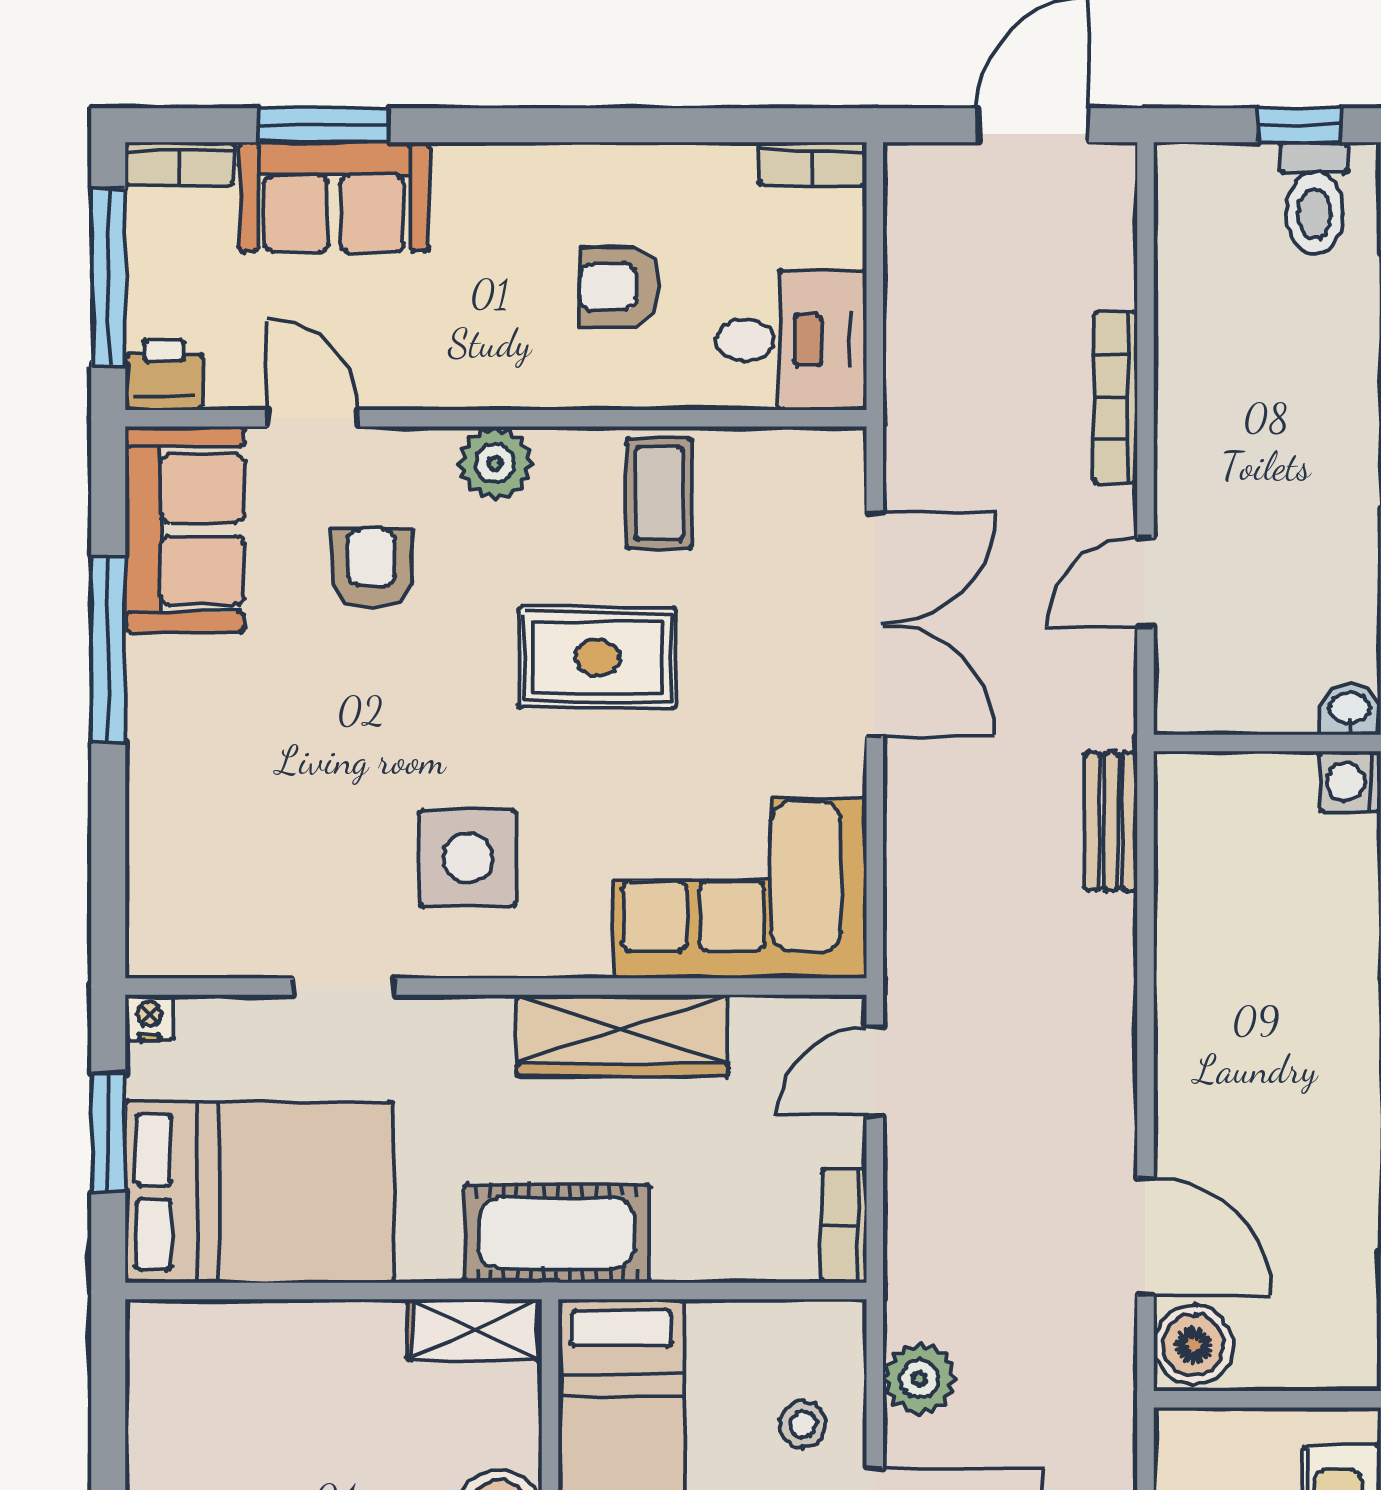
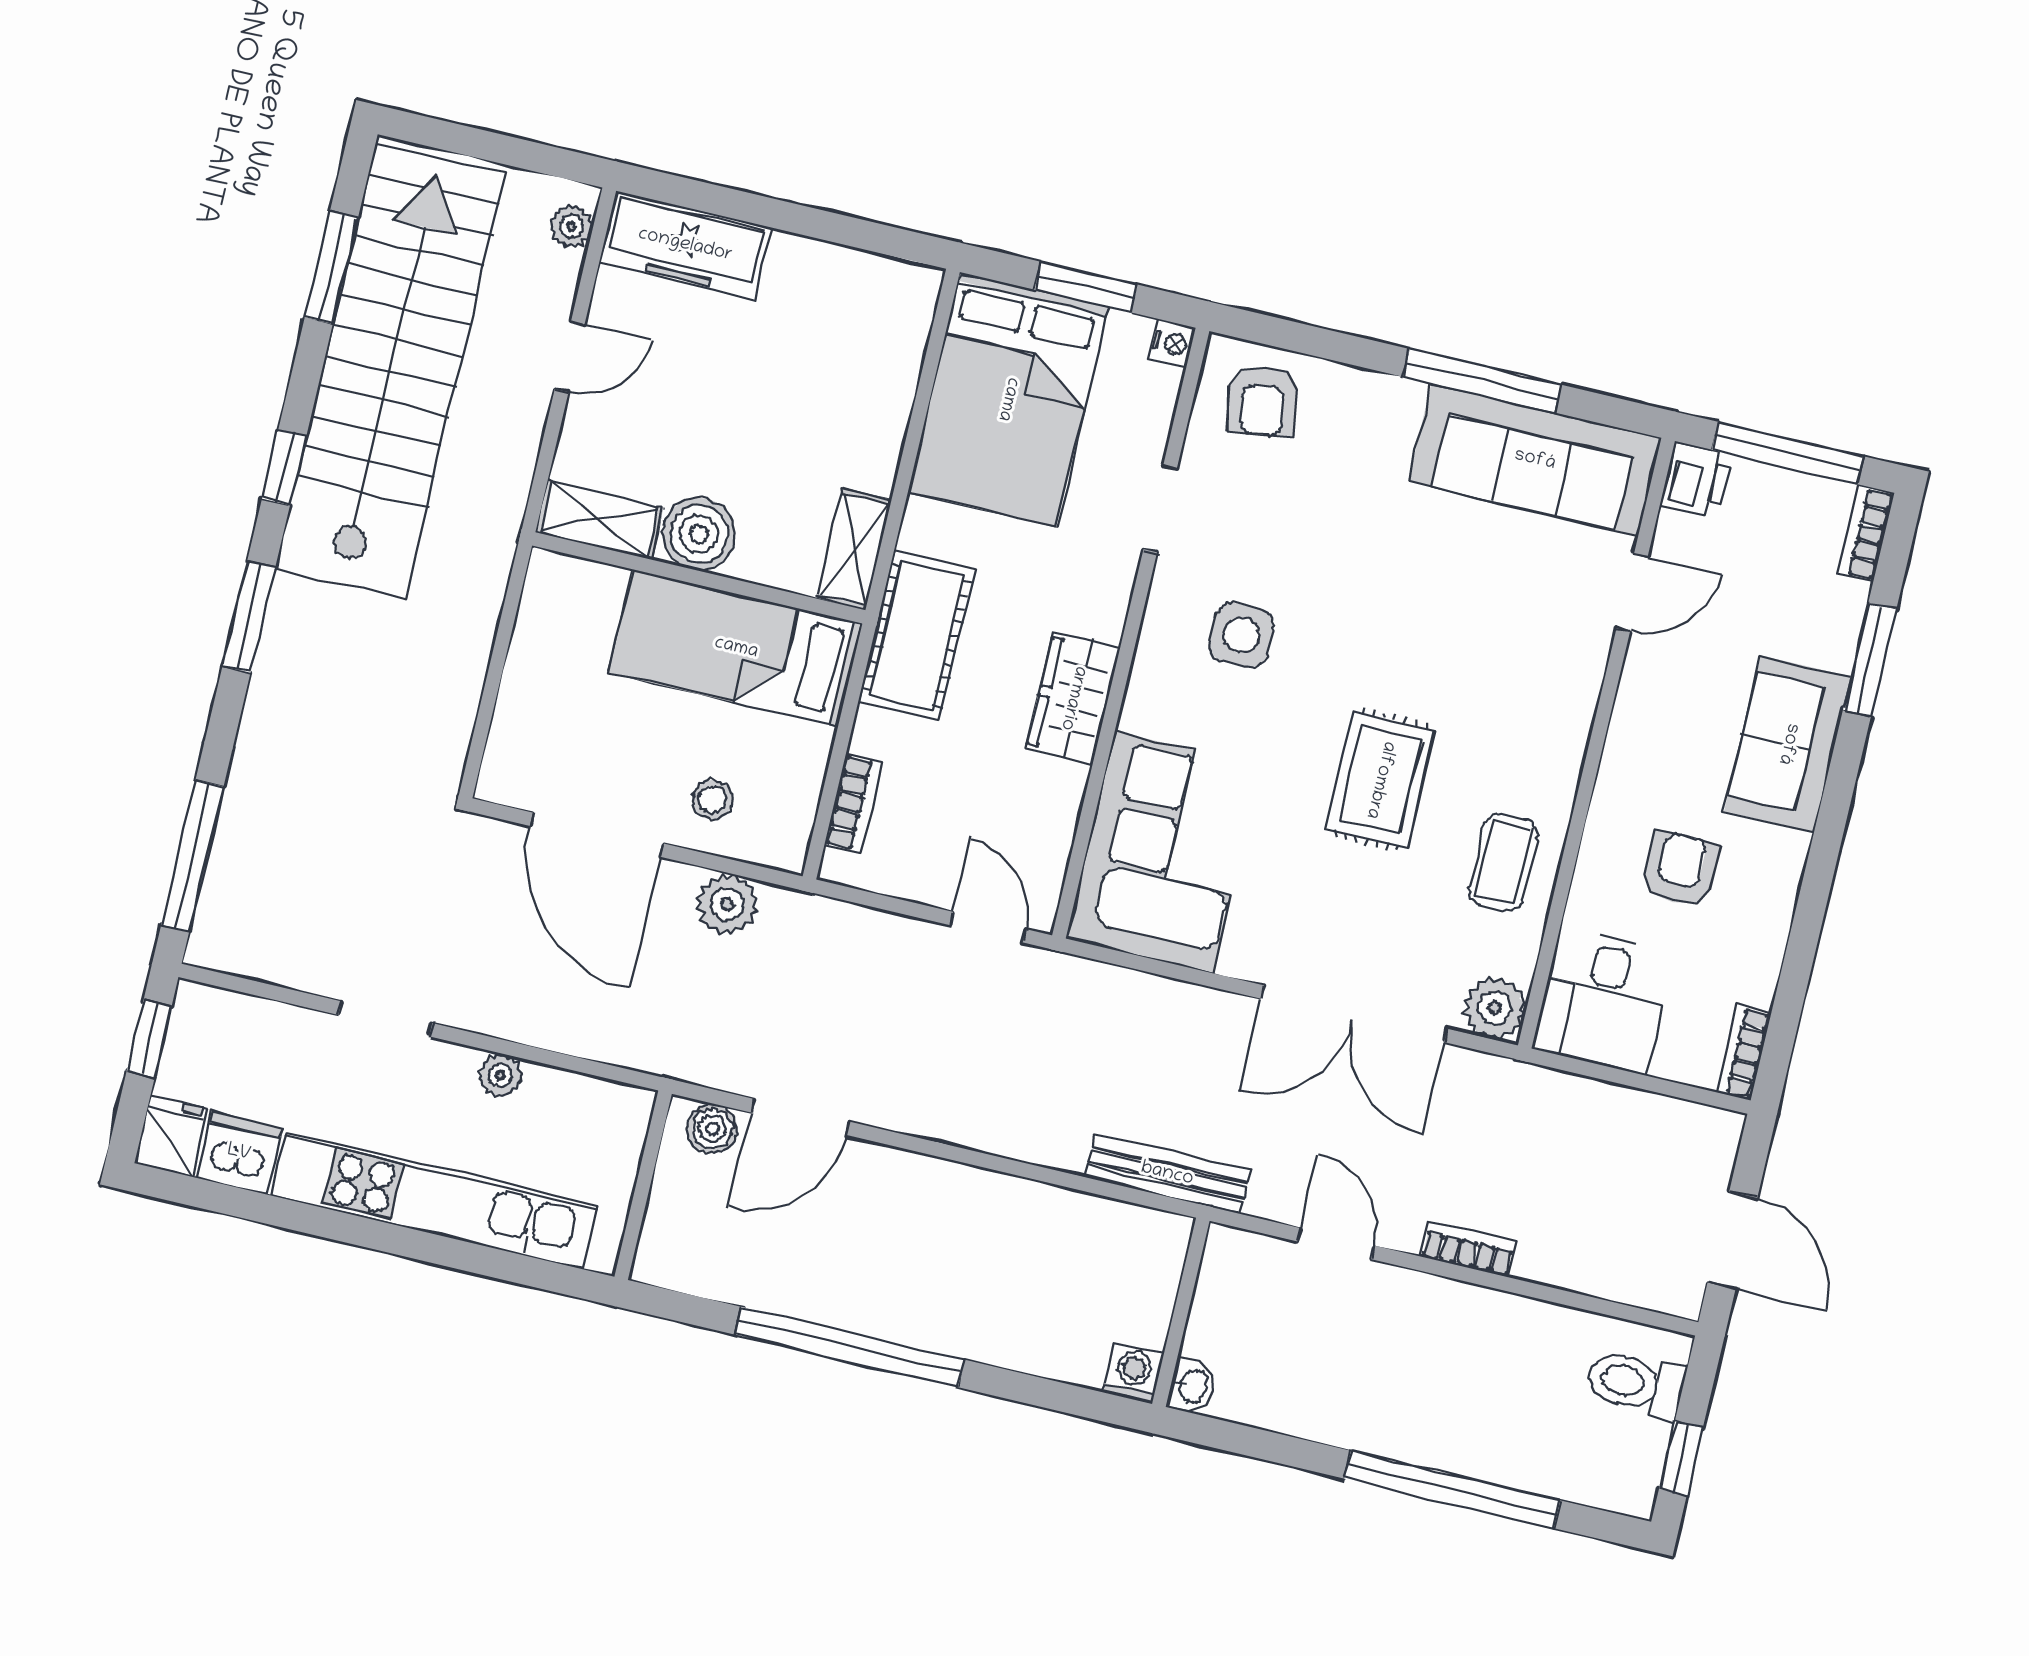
sofa: (334, 197) -> (1788, 744), moved
toilet: (1315, 198) -> (1636, 1384), moved
bookcase: (1116, 397) -> (1468, 1249), width x0.64
plant: (495, 463) -> (1495, 1008), moved
coffee table: (659, 493) -> (1503, 863), turned 90
sofa: (185, 529) -> (1535, 460), width x1.36
armchair: (372, 569) -> (1262, 401), moved, turned 80
bench: (1111, 821) -> (1167, 1174), width x1.36
side table: (468, 858) -> (1241, 635), width x0.73, depth x0.73
wardrobe: (622, 1035) -> (1073, 698), width x0.67
bookcase: (844, 1226) -> (854, 803), moved, turned 90
boiler: (1194, 1345) -> (712, 1129), width x0.73, depth x0.73

